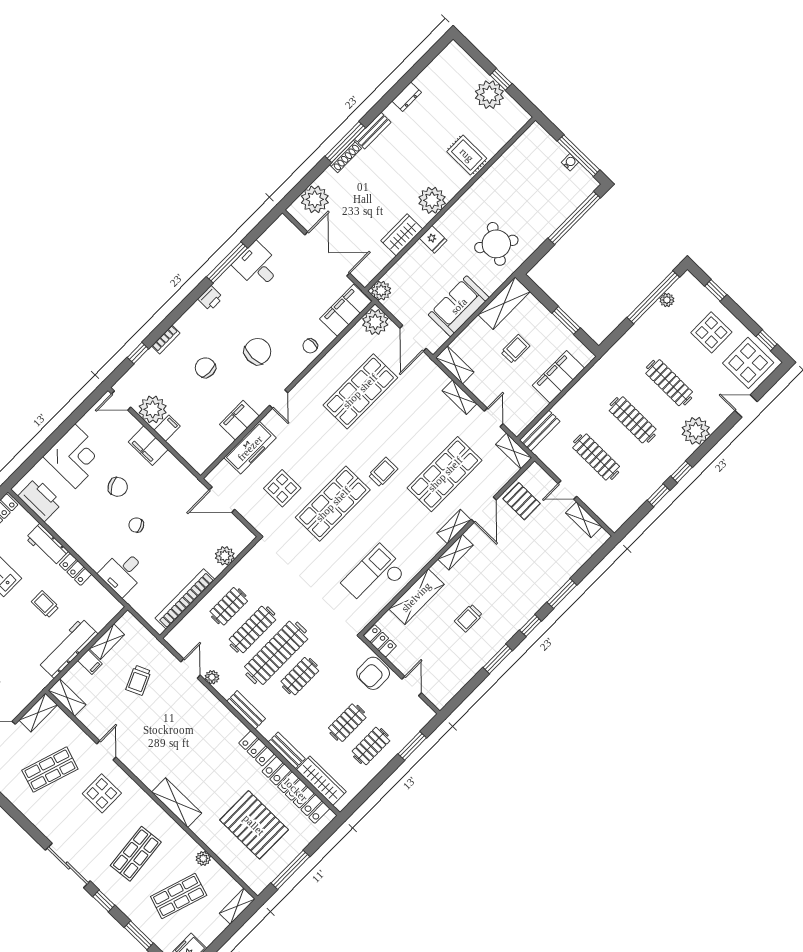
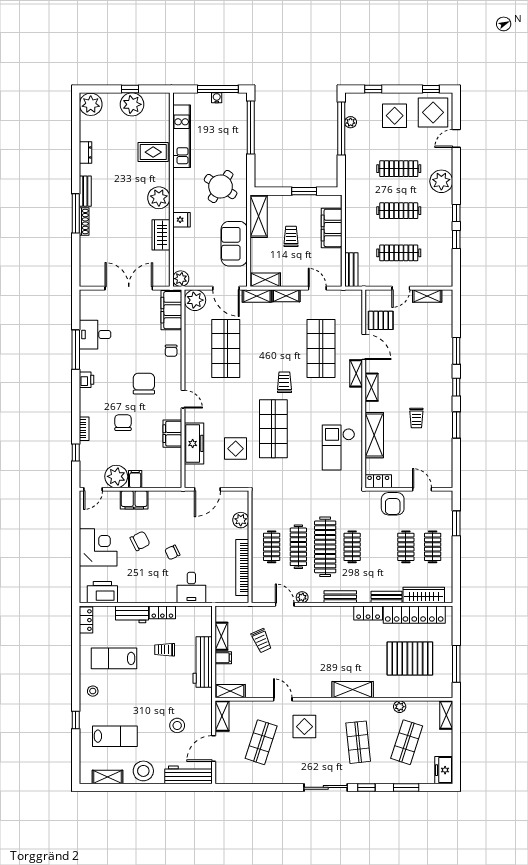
kitchen unit: (506, 166) -> (182, 136), added
plant: (315, 199) -> (91, 104), moved
chair: (205, 368) -> (123, 423), turned 90
shelving: (514, 451) -> (257, 296), moved

